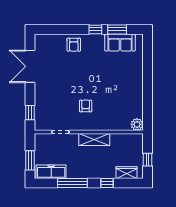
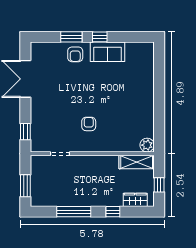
window: (117, 29) -> (71, 37), moved
sofa: (120, 42) -> (108, 52), moved
shelving: (94, 139) -> (137, 162), moved
freezer: (51, 172) -> (49, 199), removed

